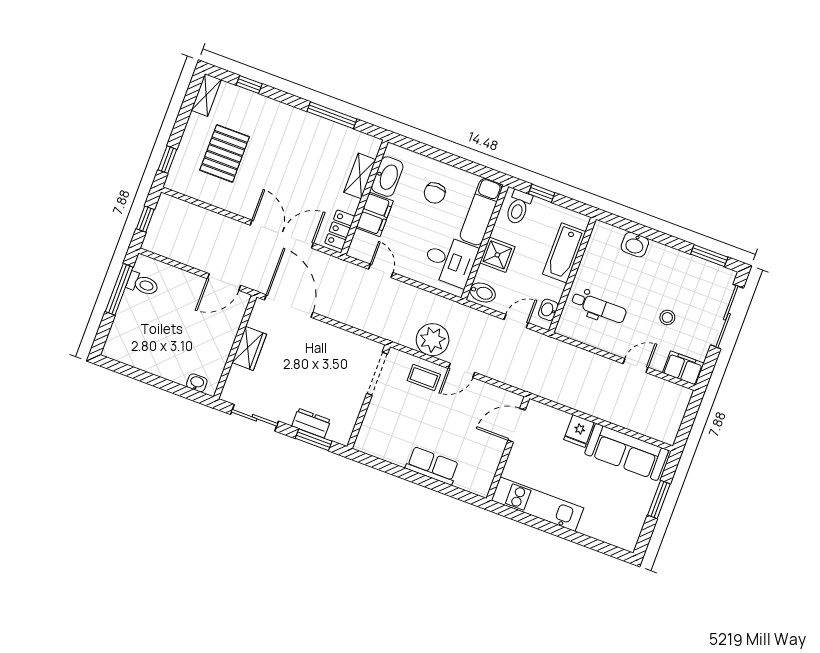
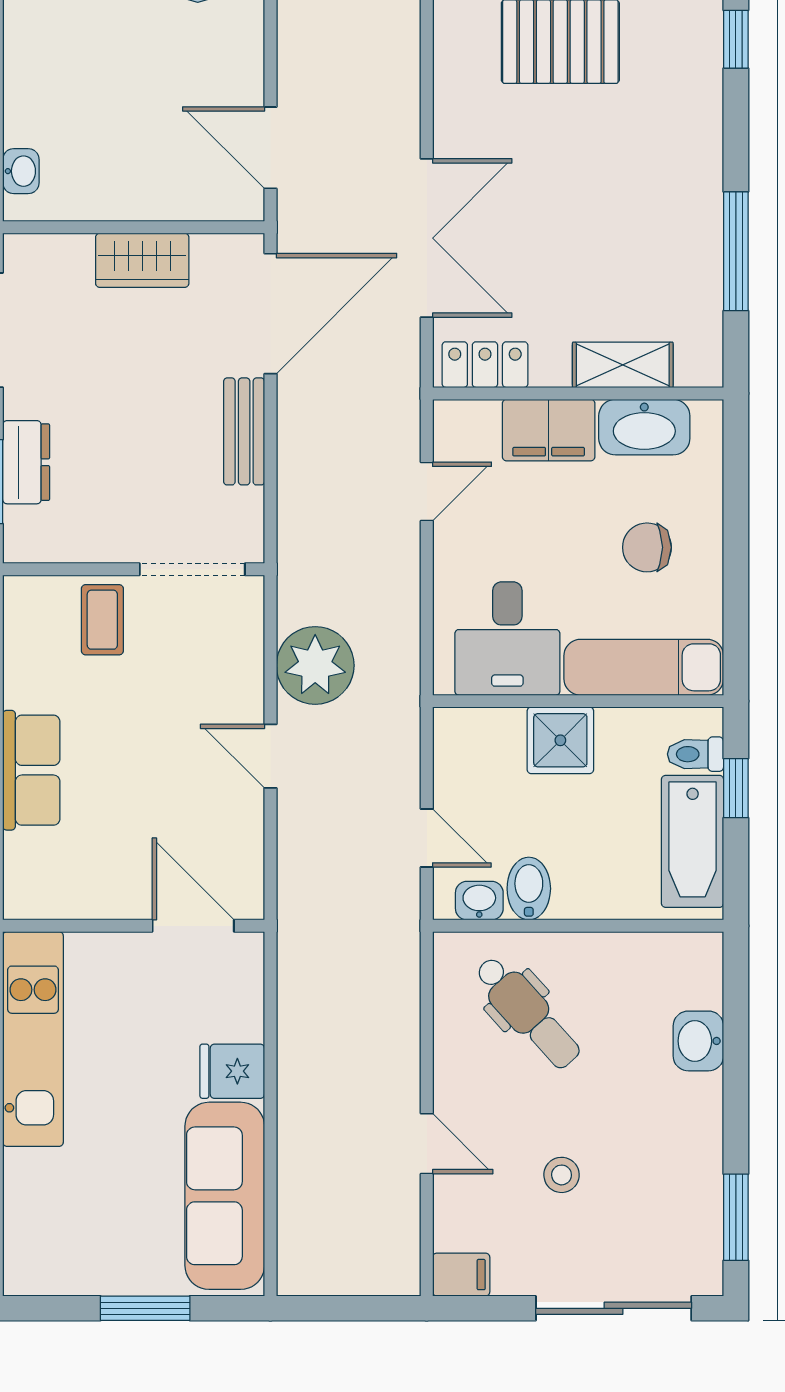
toilet: (518, 207) -> (696, 754), width x0.73, depth x0.72
bathtub: (564, 253) -> (693, 841), moved, turned -90
bidet: (483, 293) -> (529, 889), moved, turned 180
dental chair: (599, 307) -> (527, 1012), turned -42
bench: (331, 333) -> (244, 431), added
filing cabinet: (683, 368) -> (461, 1275), width x0.50
coffee table: (424, 378) -> (102, 620), moved

